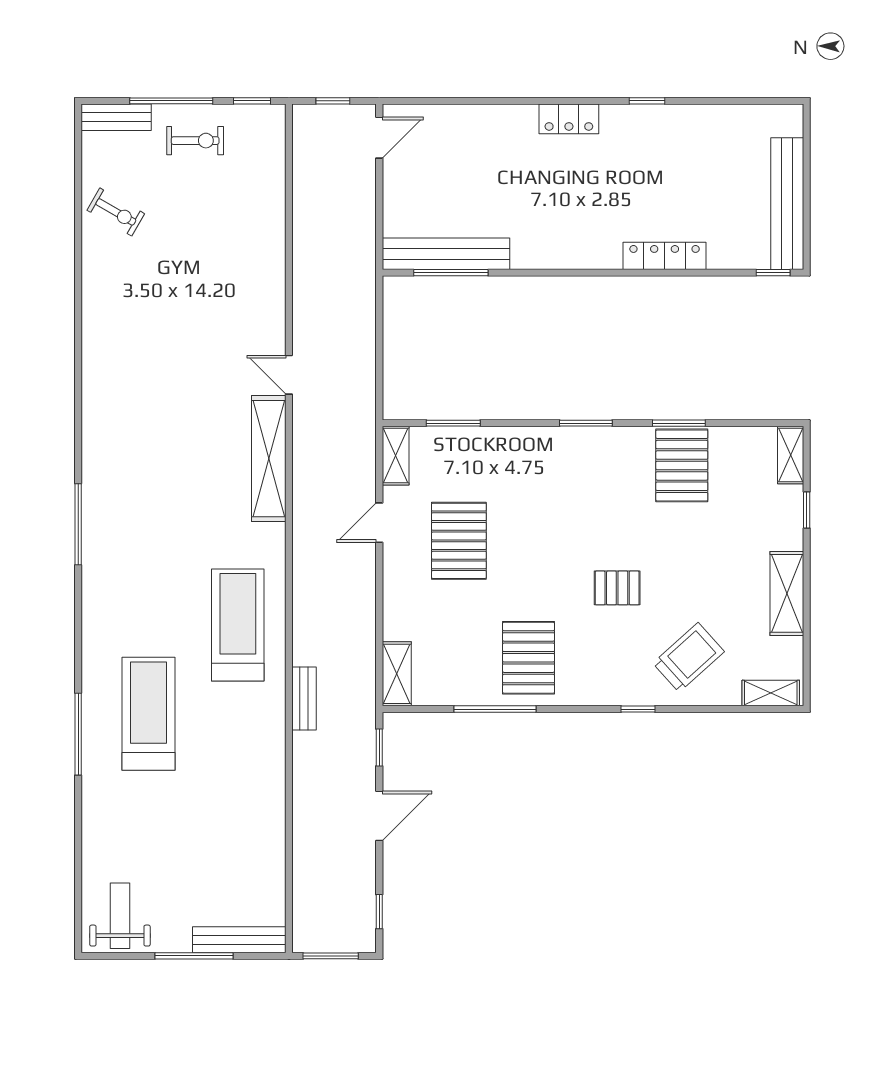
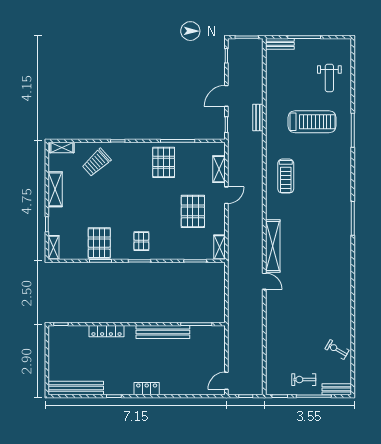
bench: (787, 204) -> (76, 388), moved, turned 90
bench: (446, 254) -> (163, 332), moved
door: (379, 523) -> (226, 195), moved
pallet: (617, 588) -> (141, 241), moved, turned 90
treadmill: (238, 625) -> (286, 176), width x0.73, depth x0.73
shelving: (397, 674) -> (219, 169), moved
bench: (304, 698) -> (258, 117), moved
treadmill: (149, 714) -> (312, 122), moved, turned -90
weight bench: (120, 916) -> (329, 78), moved
bench: (239, 940) -> (280, 44), width x0.73

